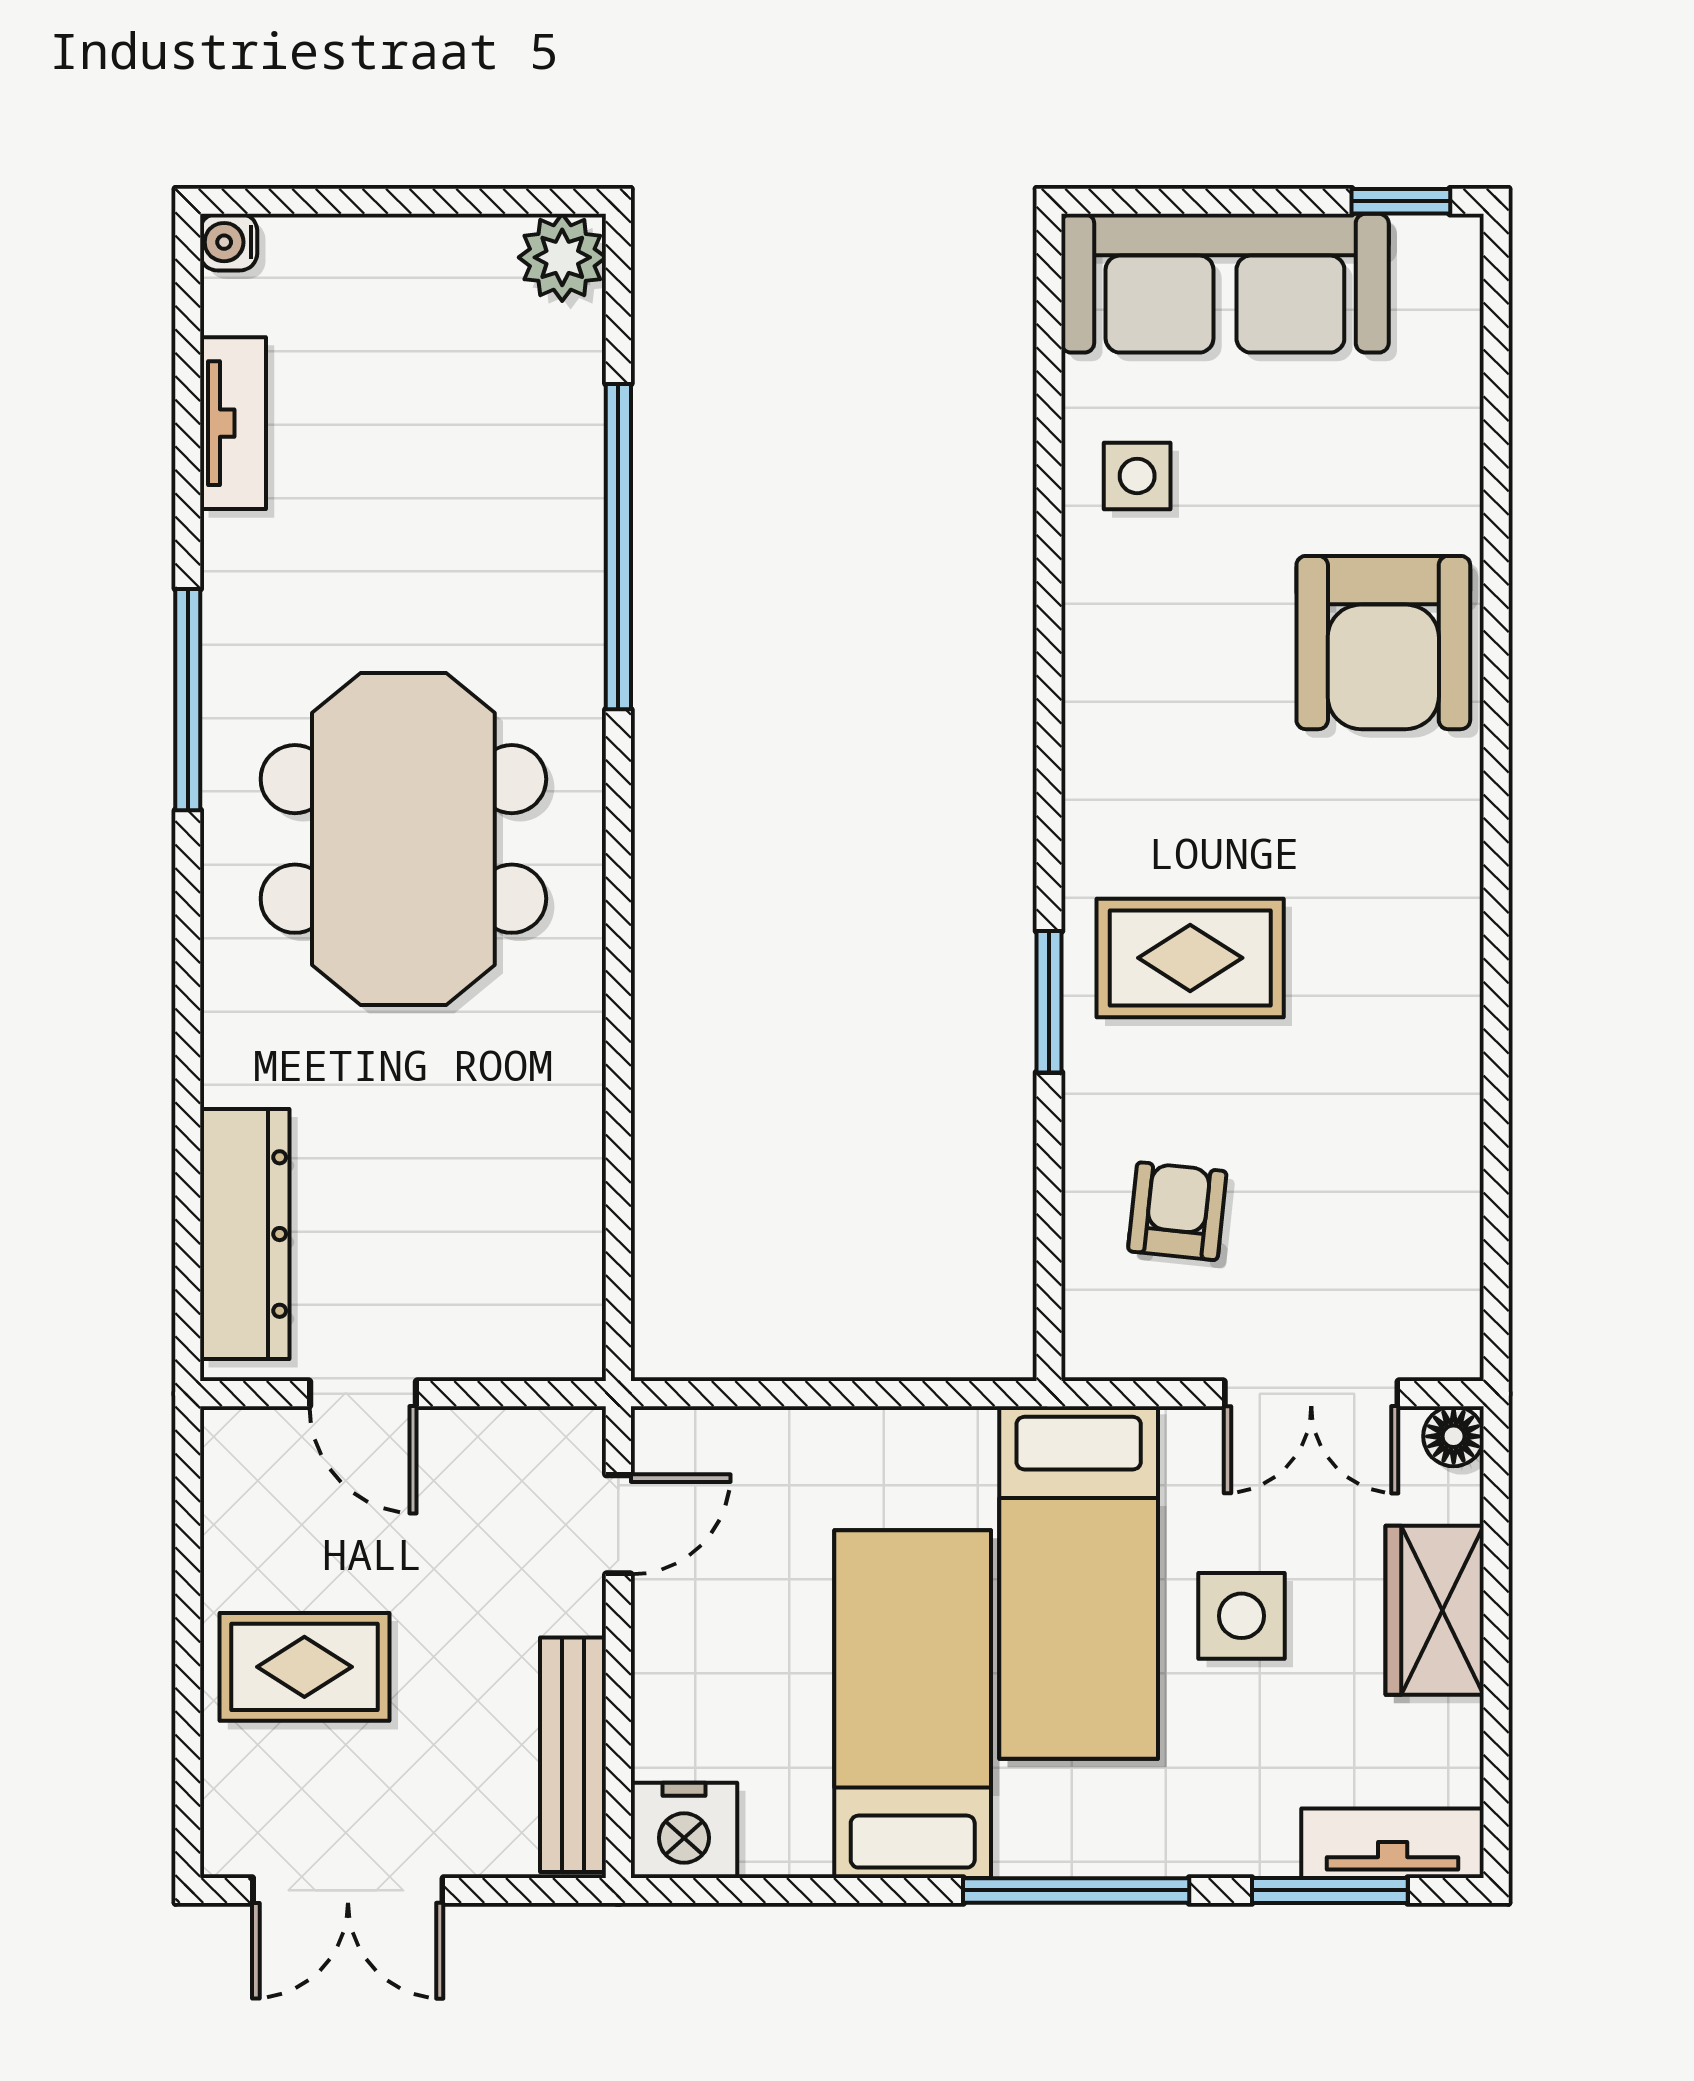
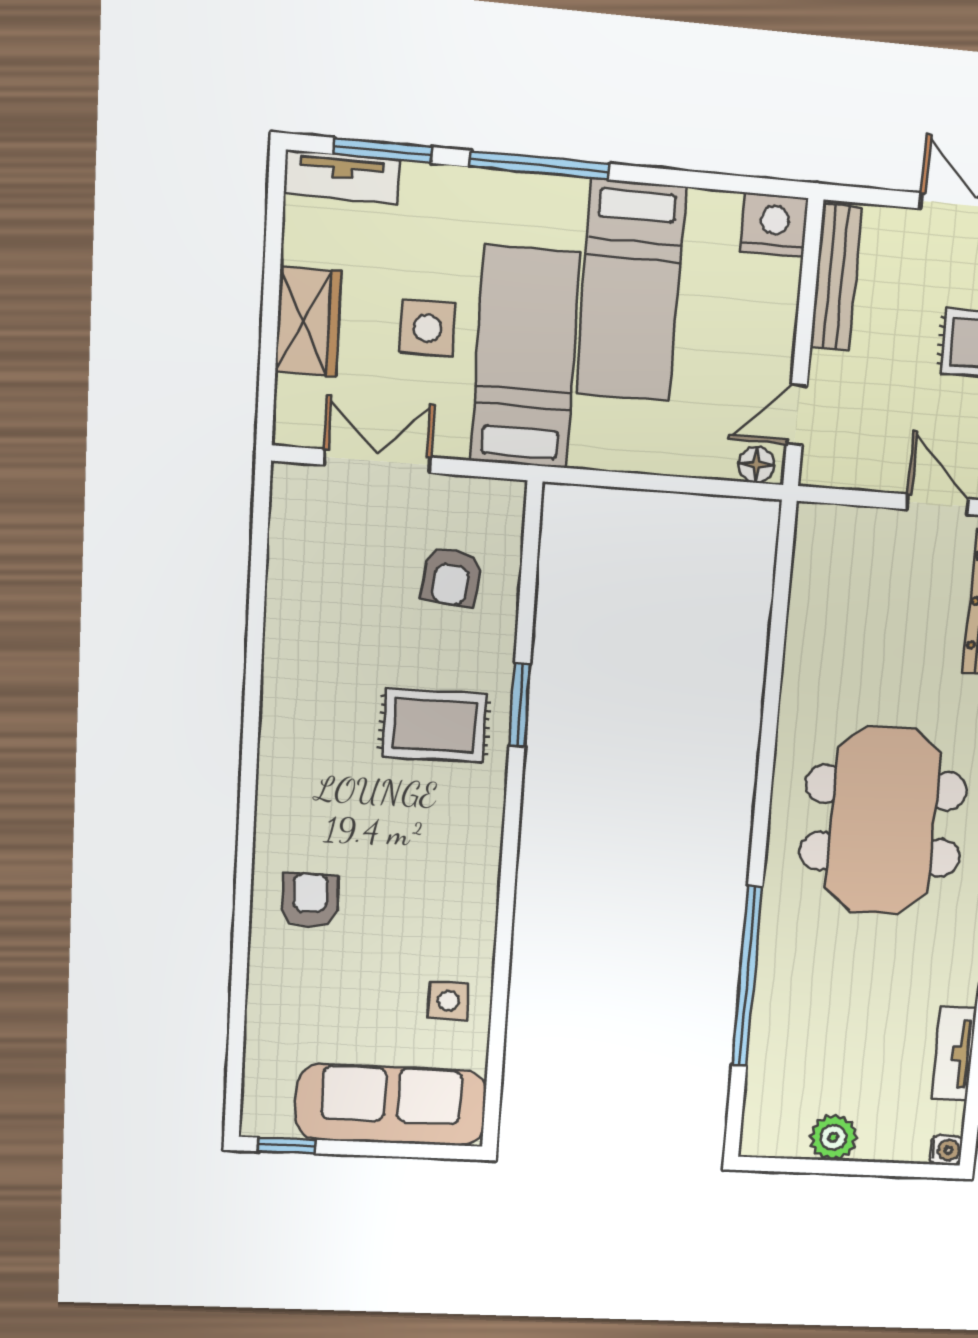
plant: (562, 257) -> (833, 1137), moved
armchair: (1383, 643) -> (310, 900), width x0.53, depth x0.53
floor lamp: (1454, 1436) -> (756, 465), moved

